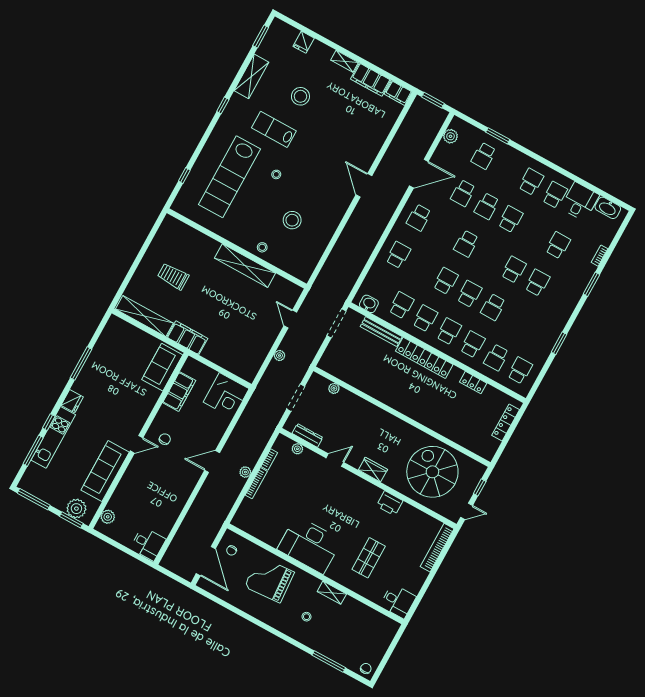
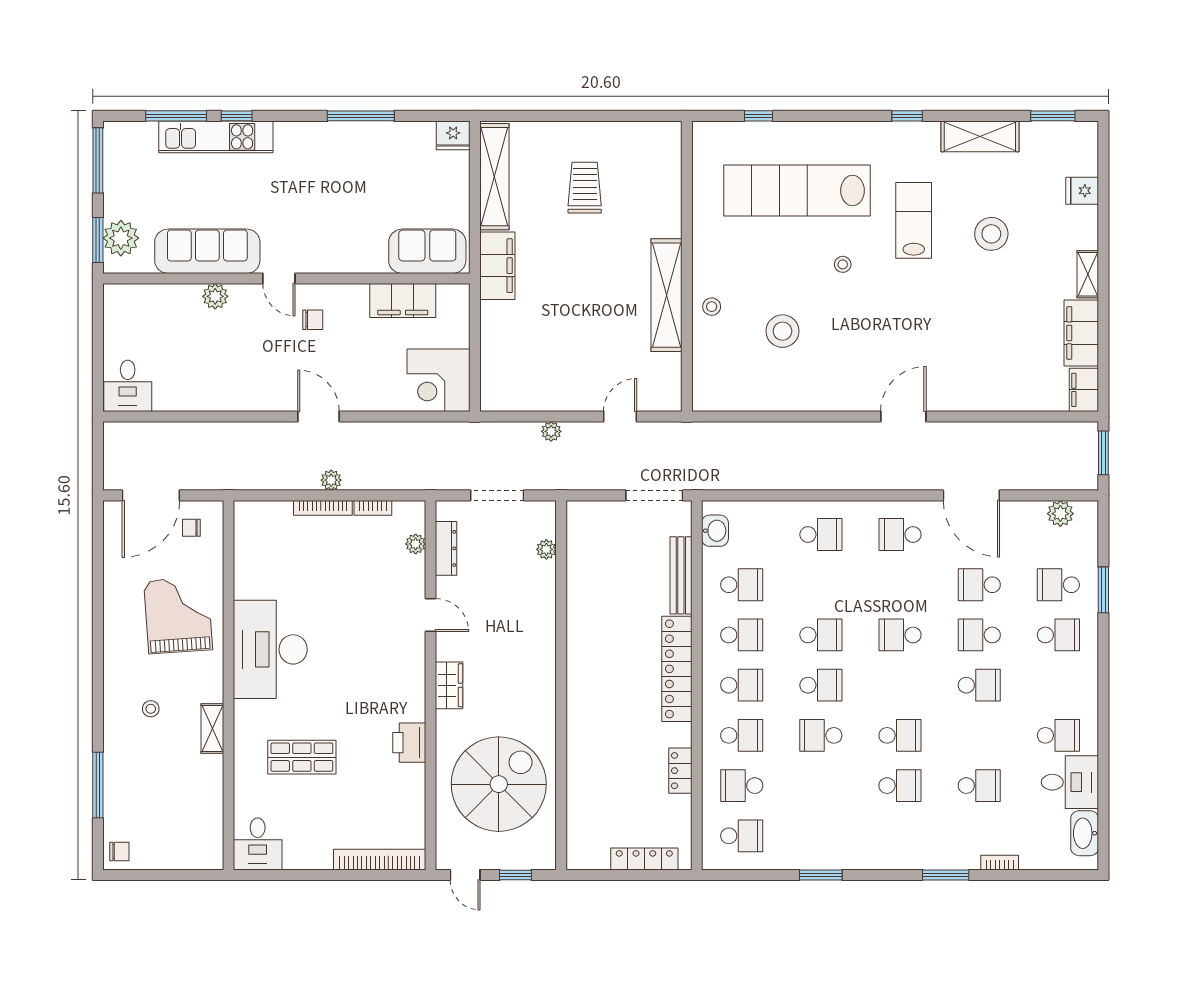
school desk: (531, 182) -> (1058, 635), moved
fridge: (72, 401) -> (453, 135), moved
plant: (108, 517) -> (215, 296), moved

